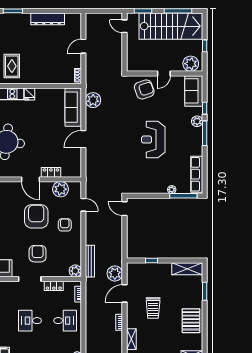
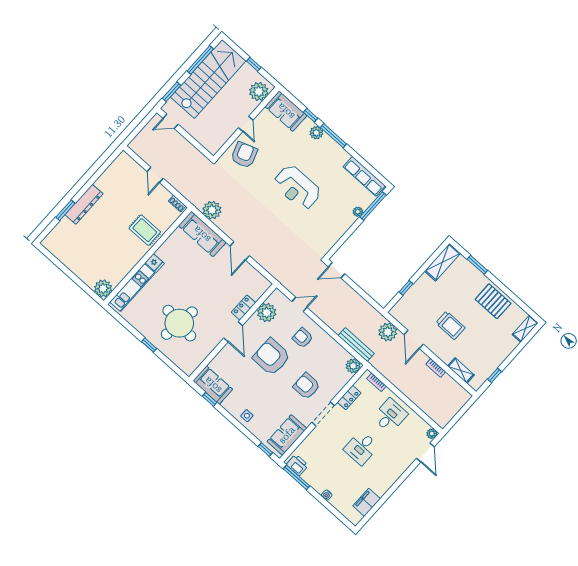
dresser: (48, 19) -> (84, 204), moved
rug: (12, 66) -> (145, 230), moved
door: (31, 179) -> (233, 332), hinge flipped

